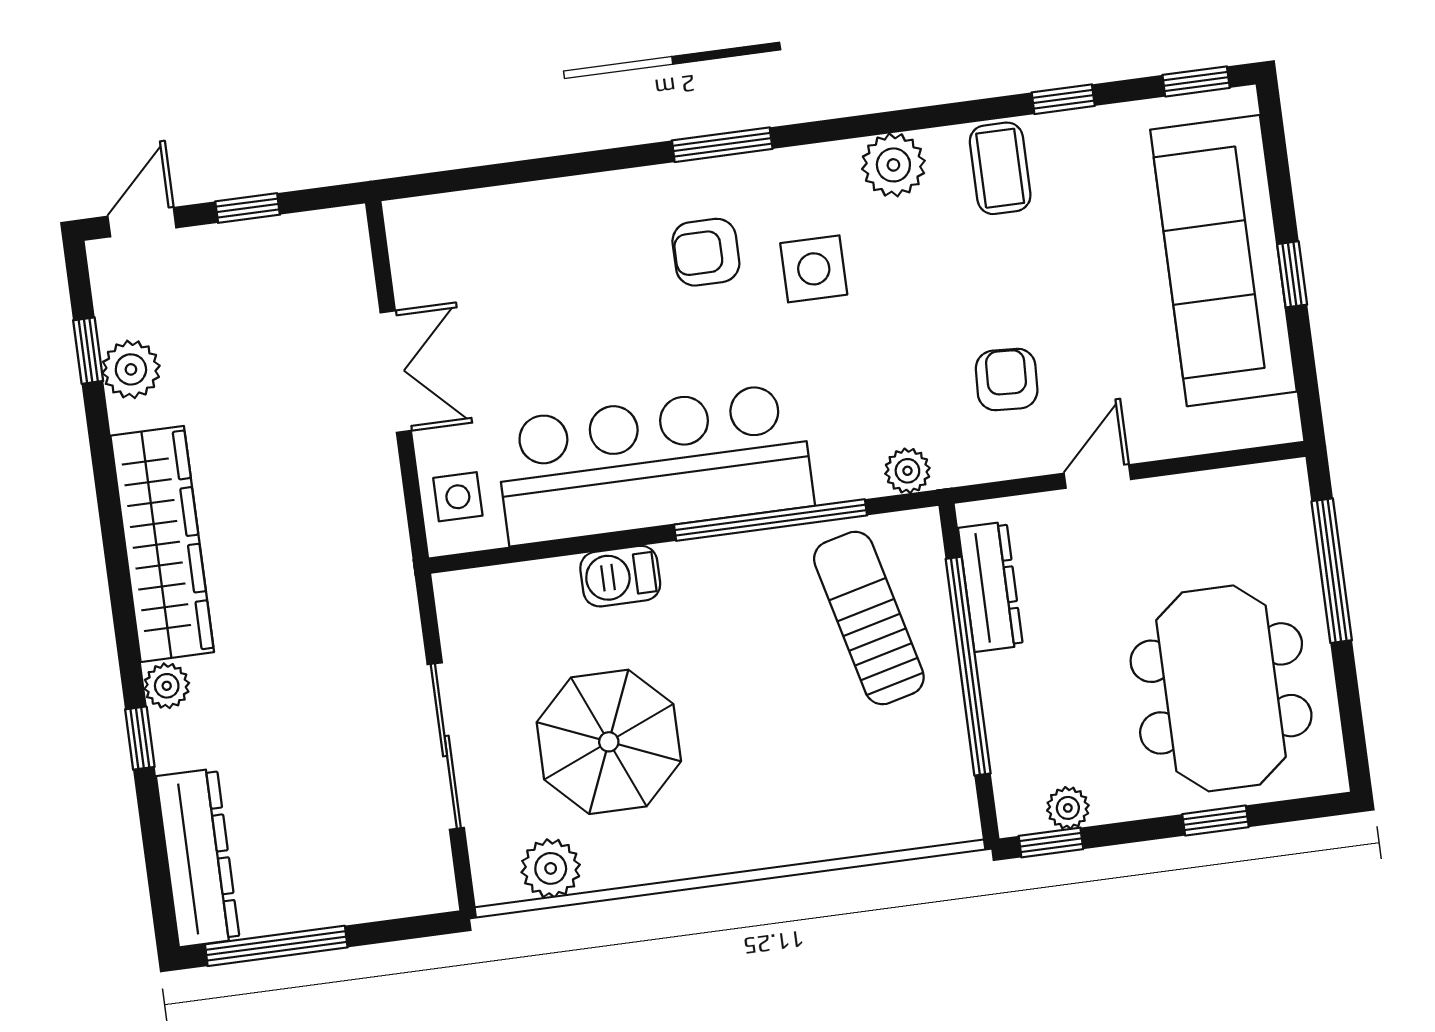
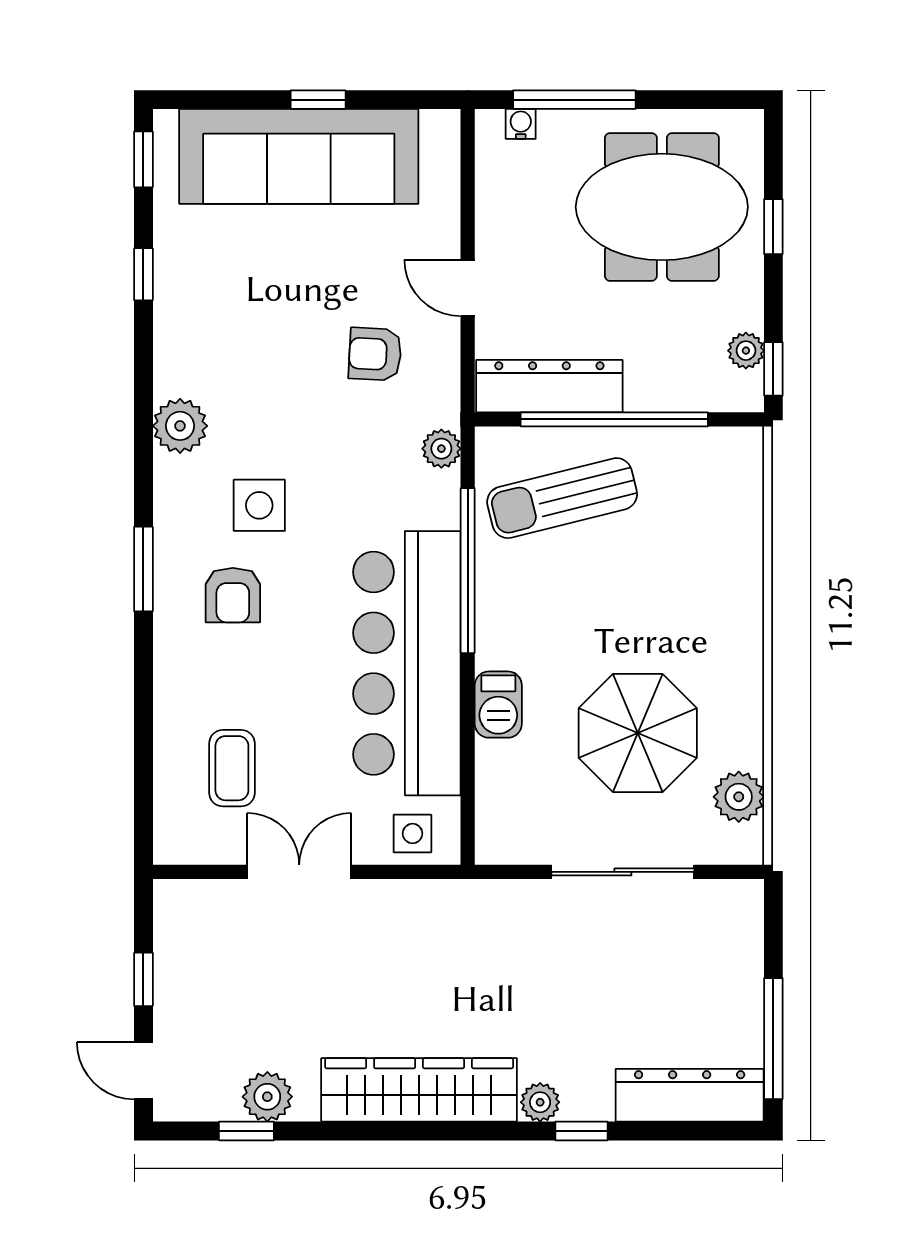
coffee table: (1000, 168) -> (232, 768), moved, turned 90
water cooler: (1295, 512) -> (521, 124), added
dresser: (990, 587) -> (549, 386), width x1.37, depth x1.24

